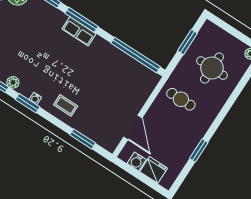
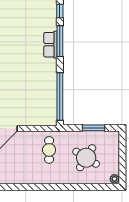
round table: (212, 68) -> (86, 158), turned 32
window: (199, 150) -> (21, 187), removed

